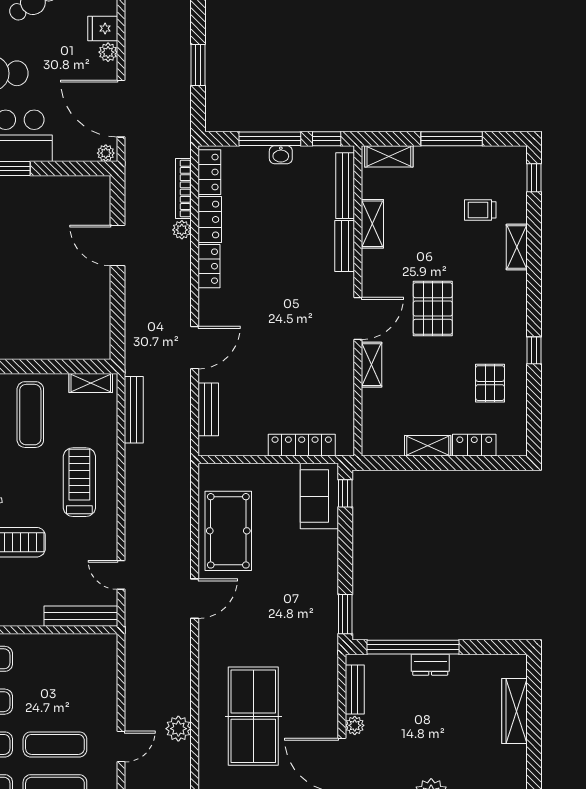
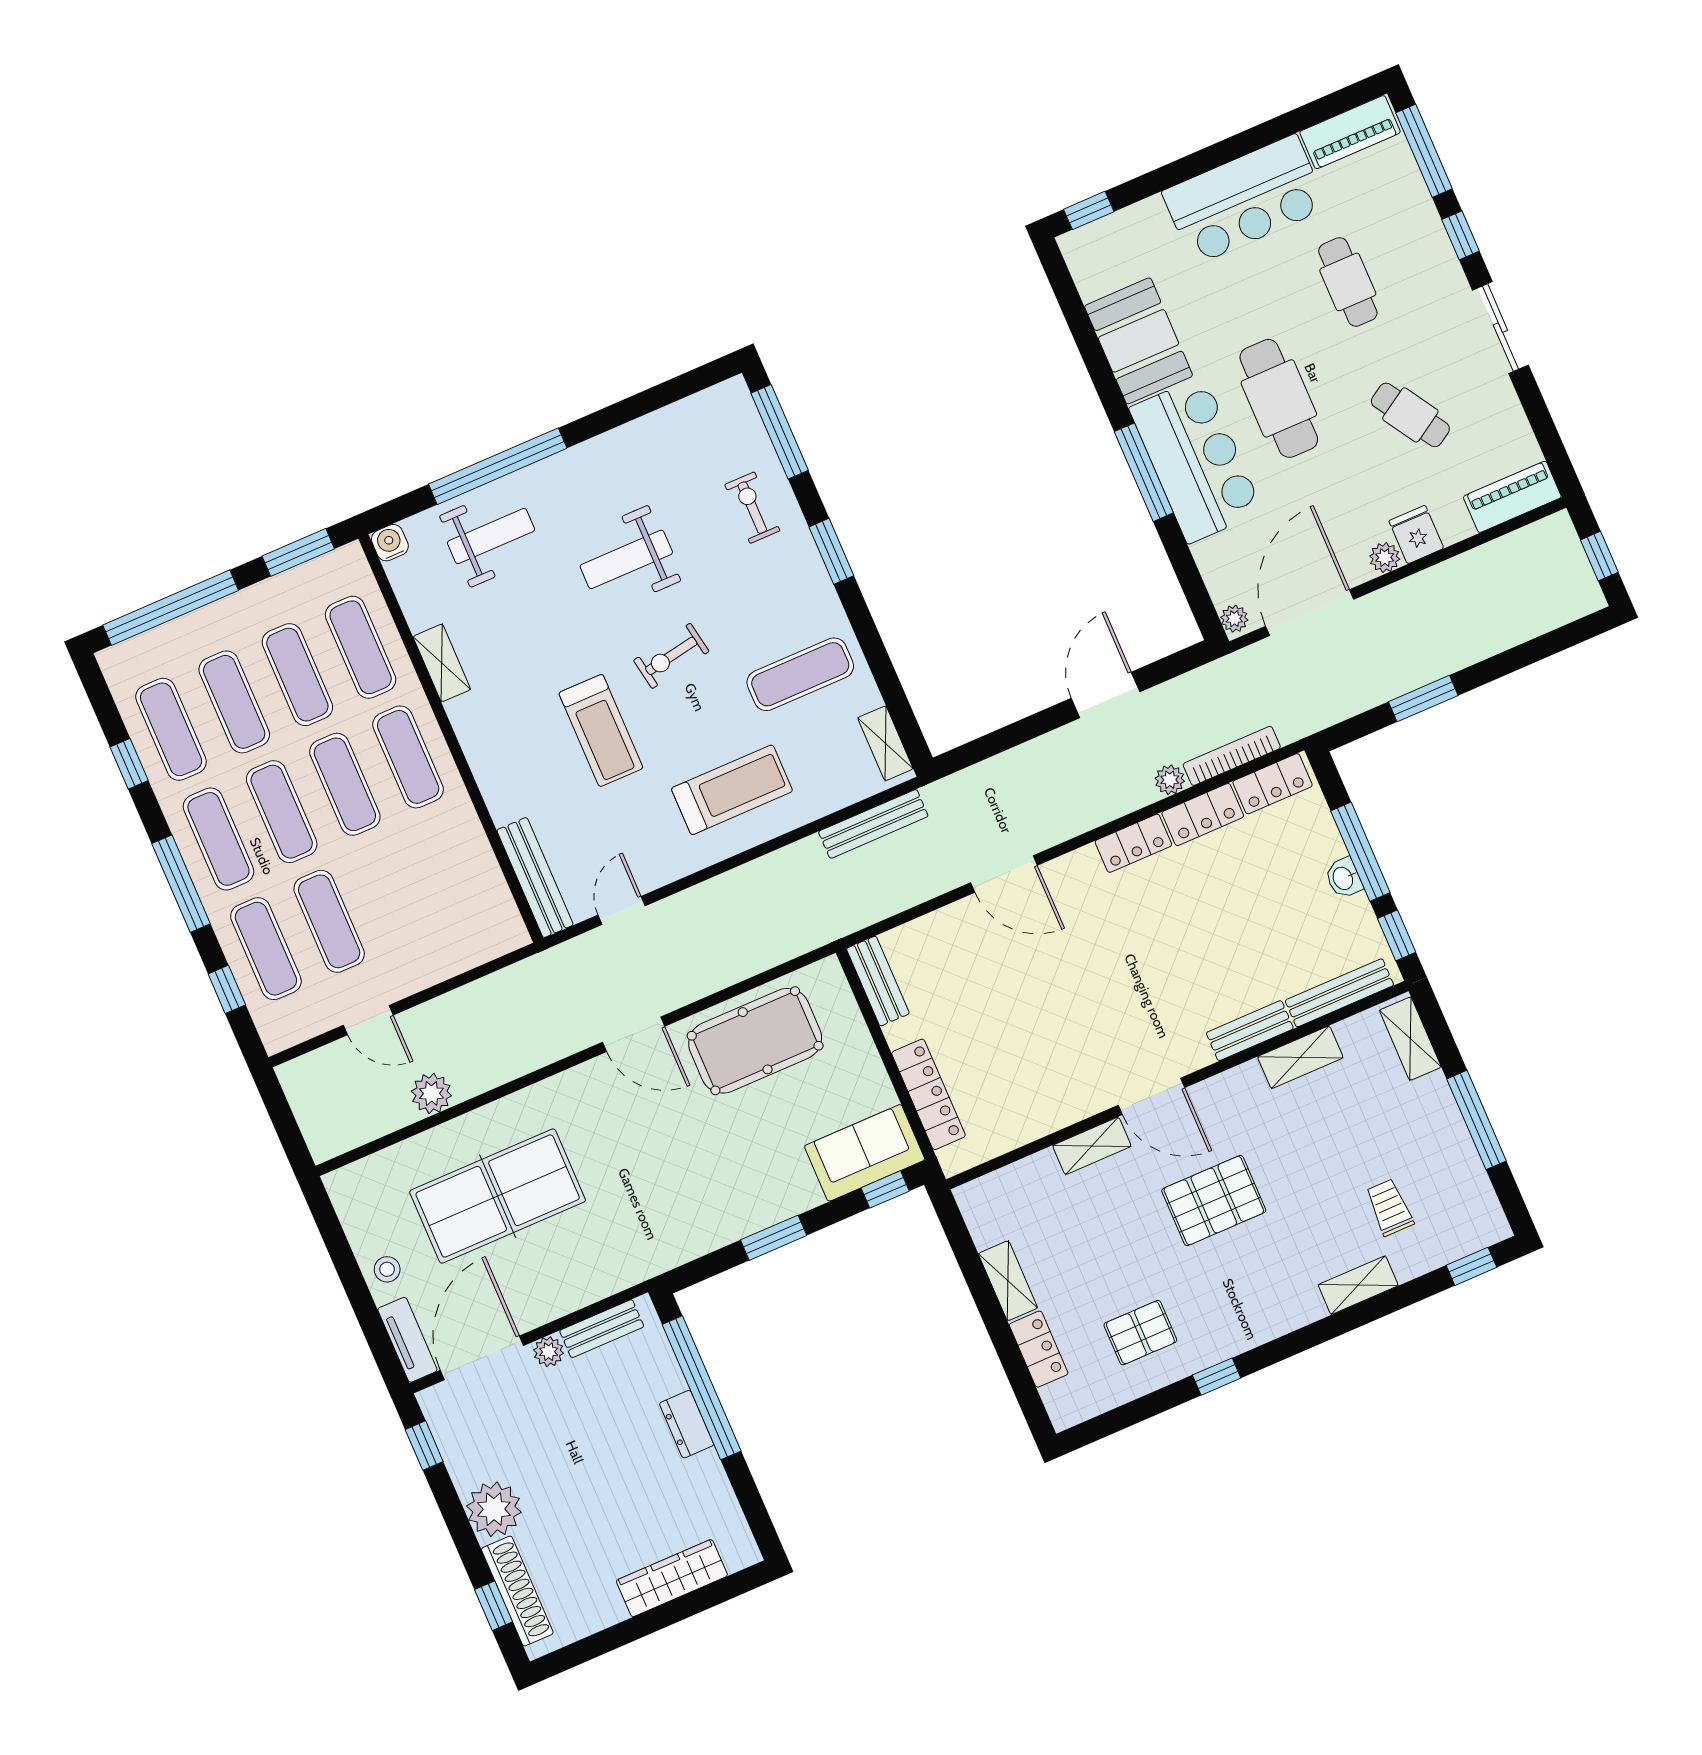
bench: (208, 409) -> (878, 981), moved, turned 90
window: (345, 614) -> (774, 1238), moved

